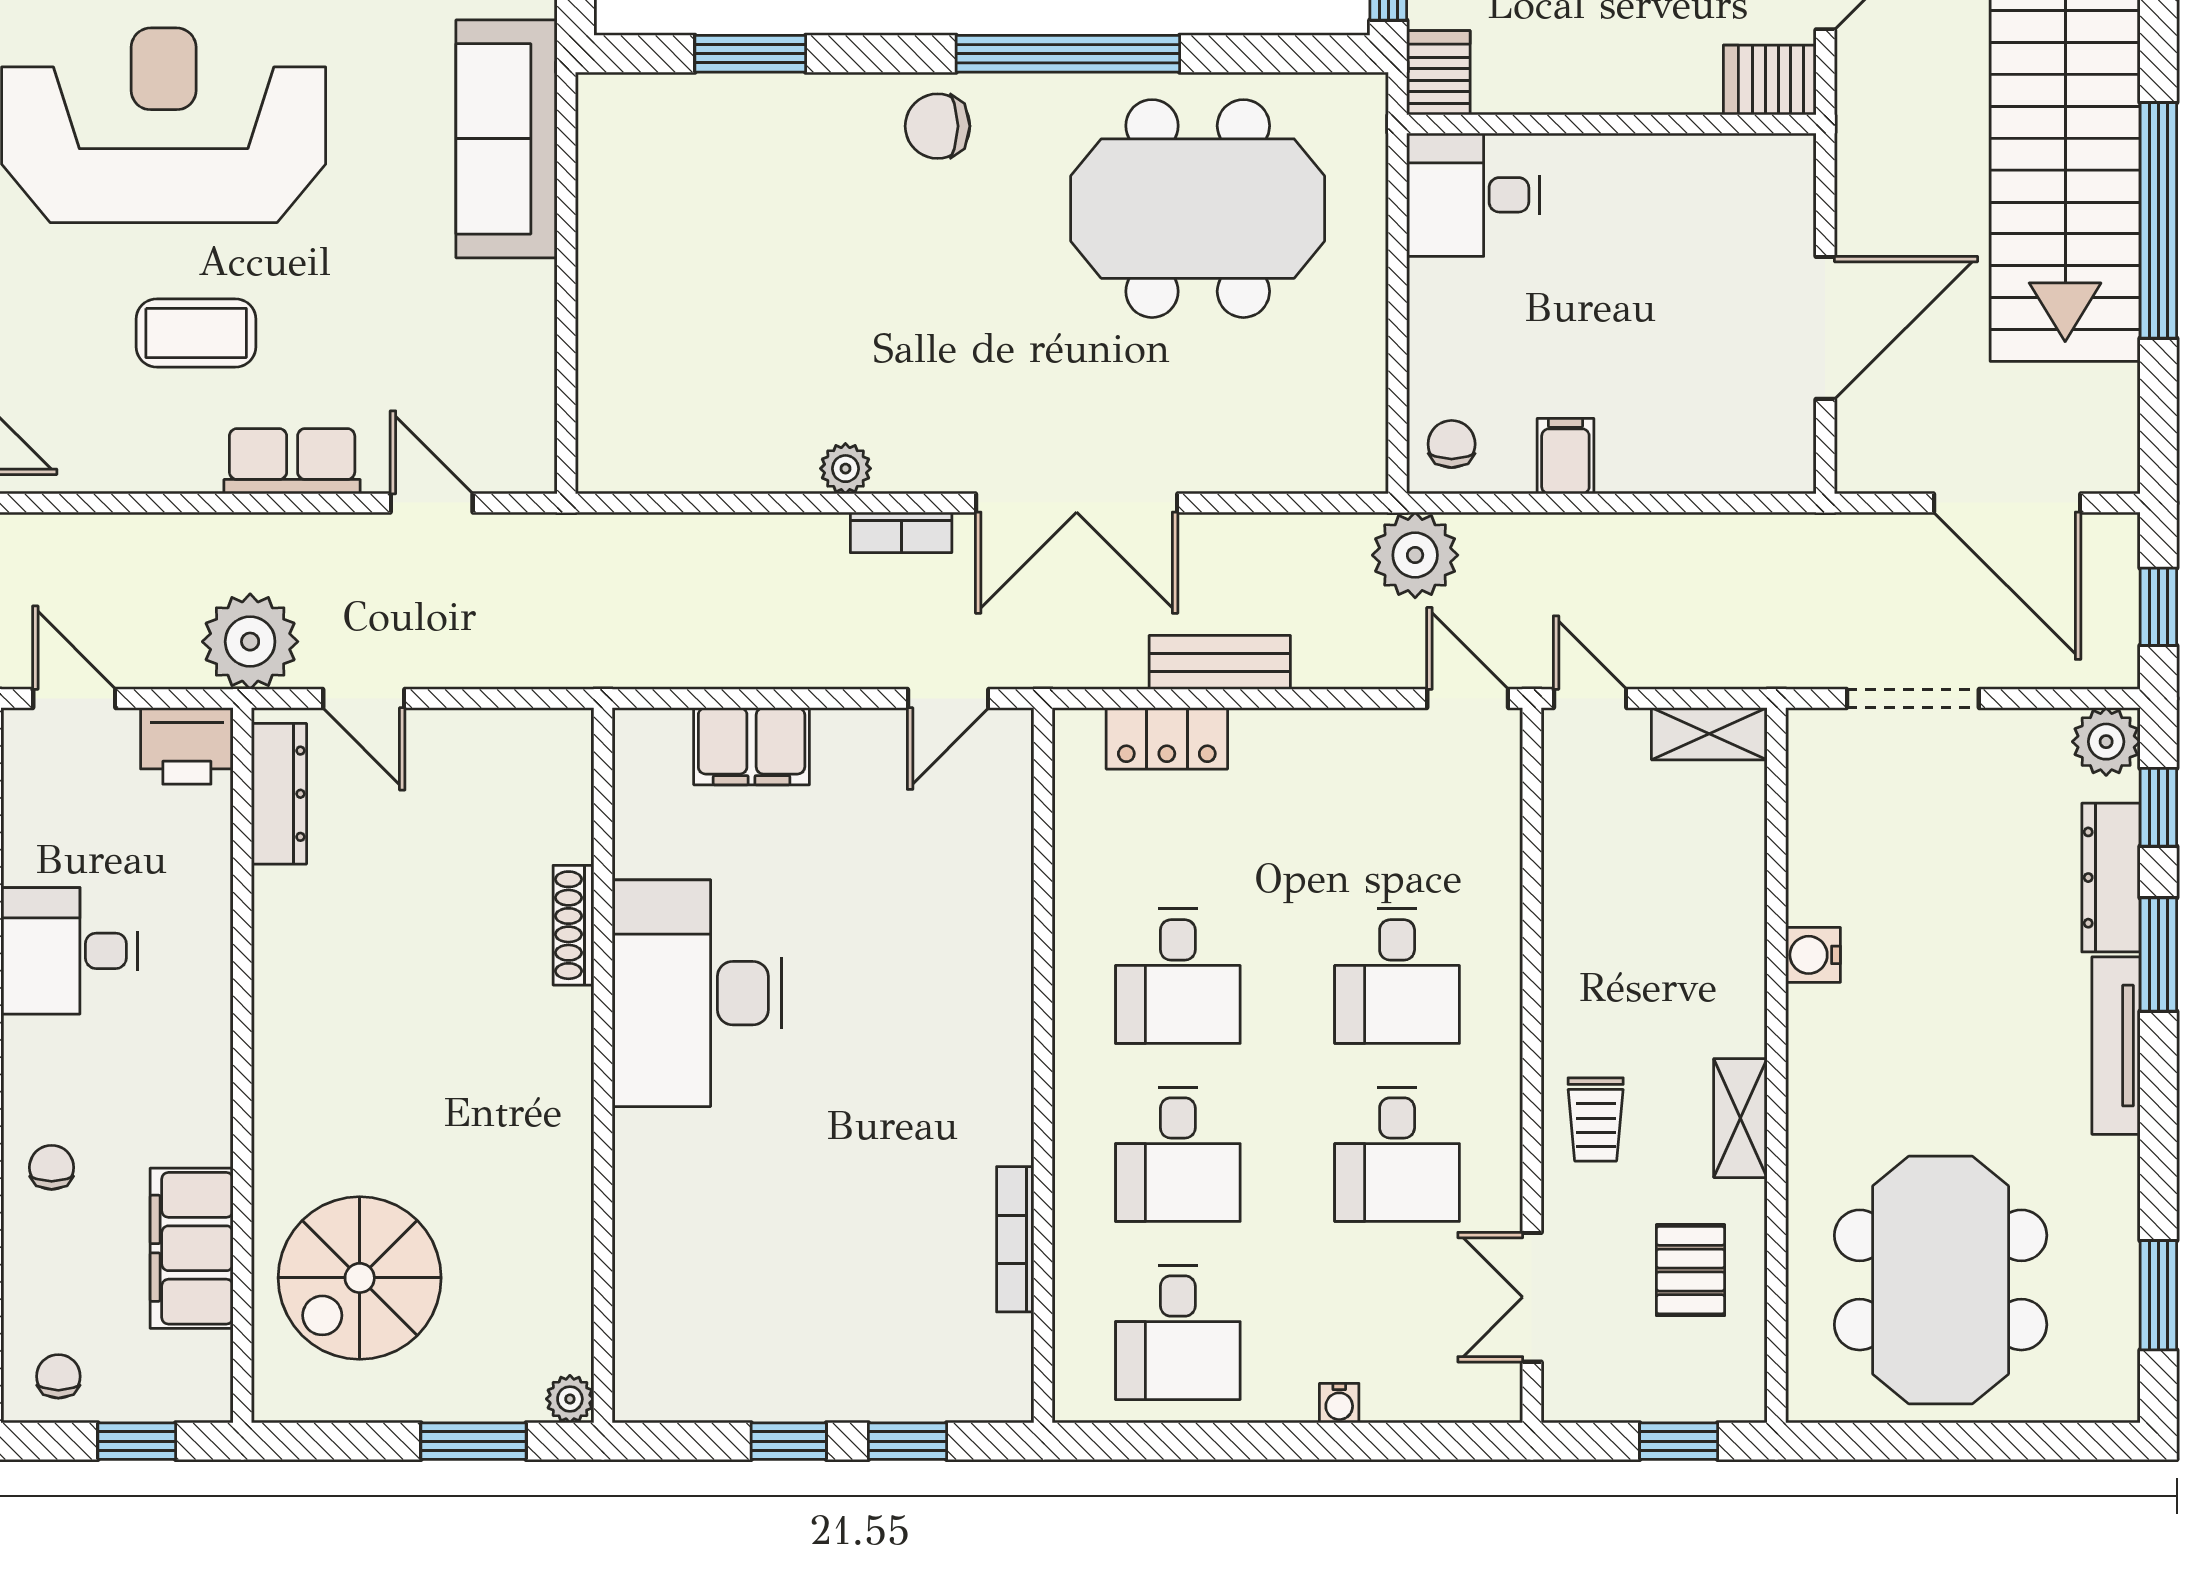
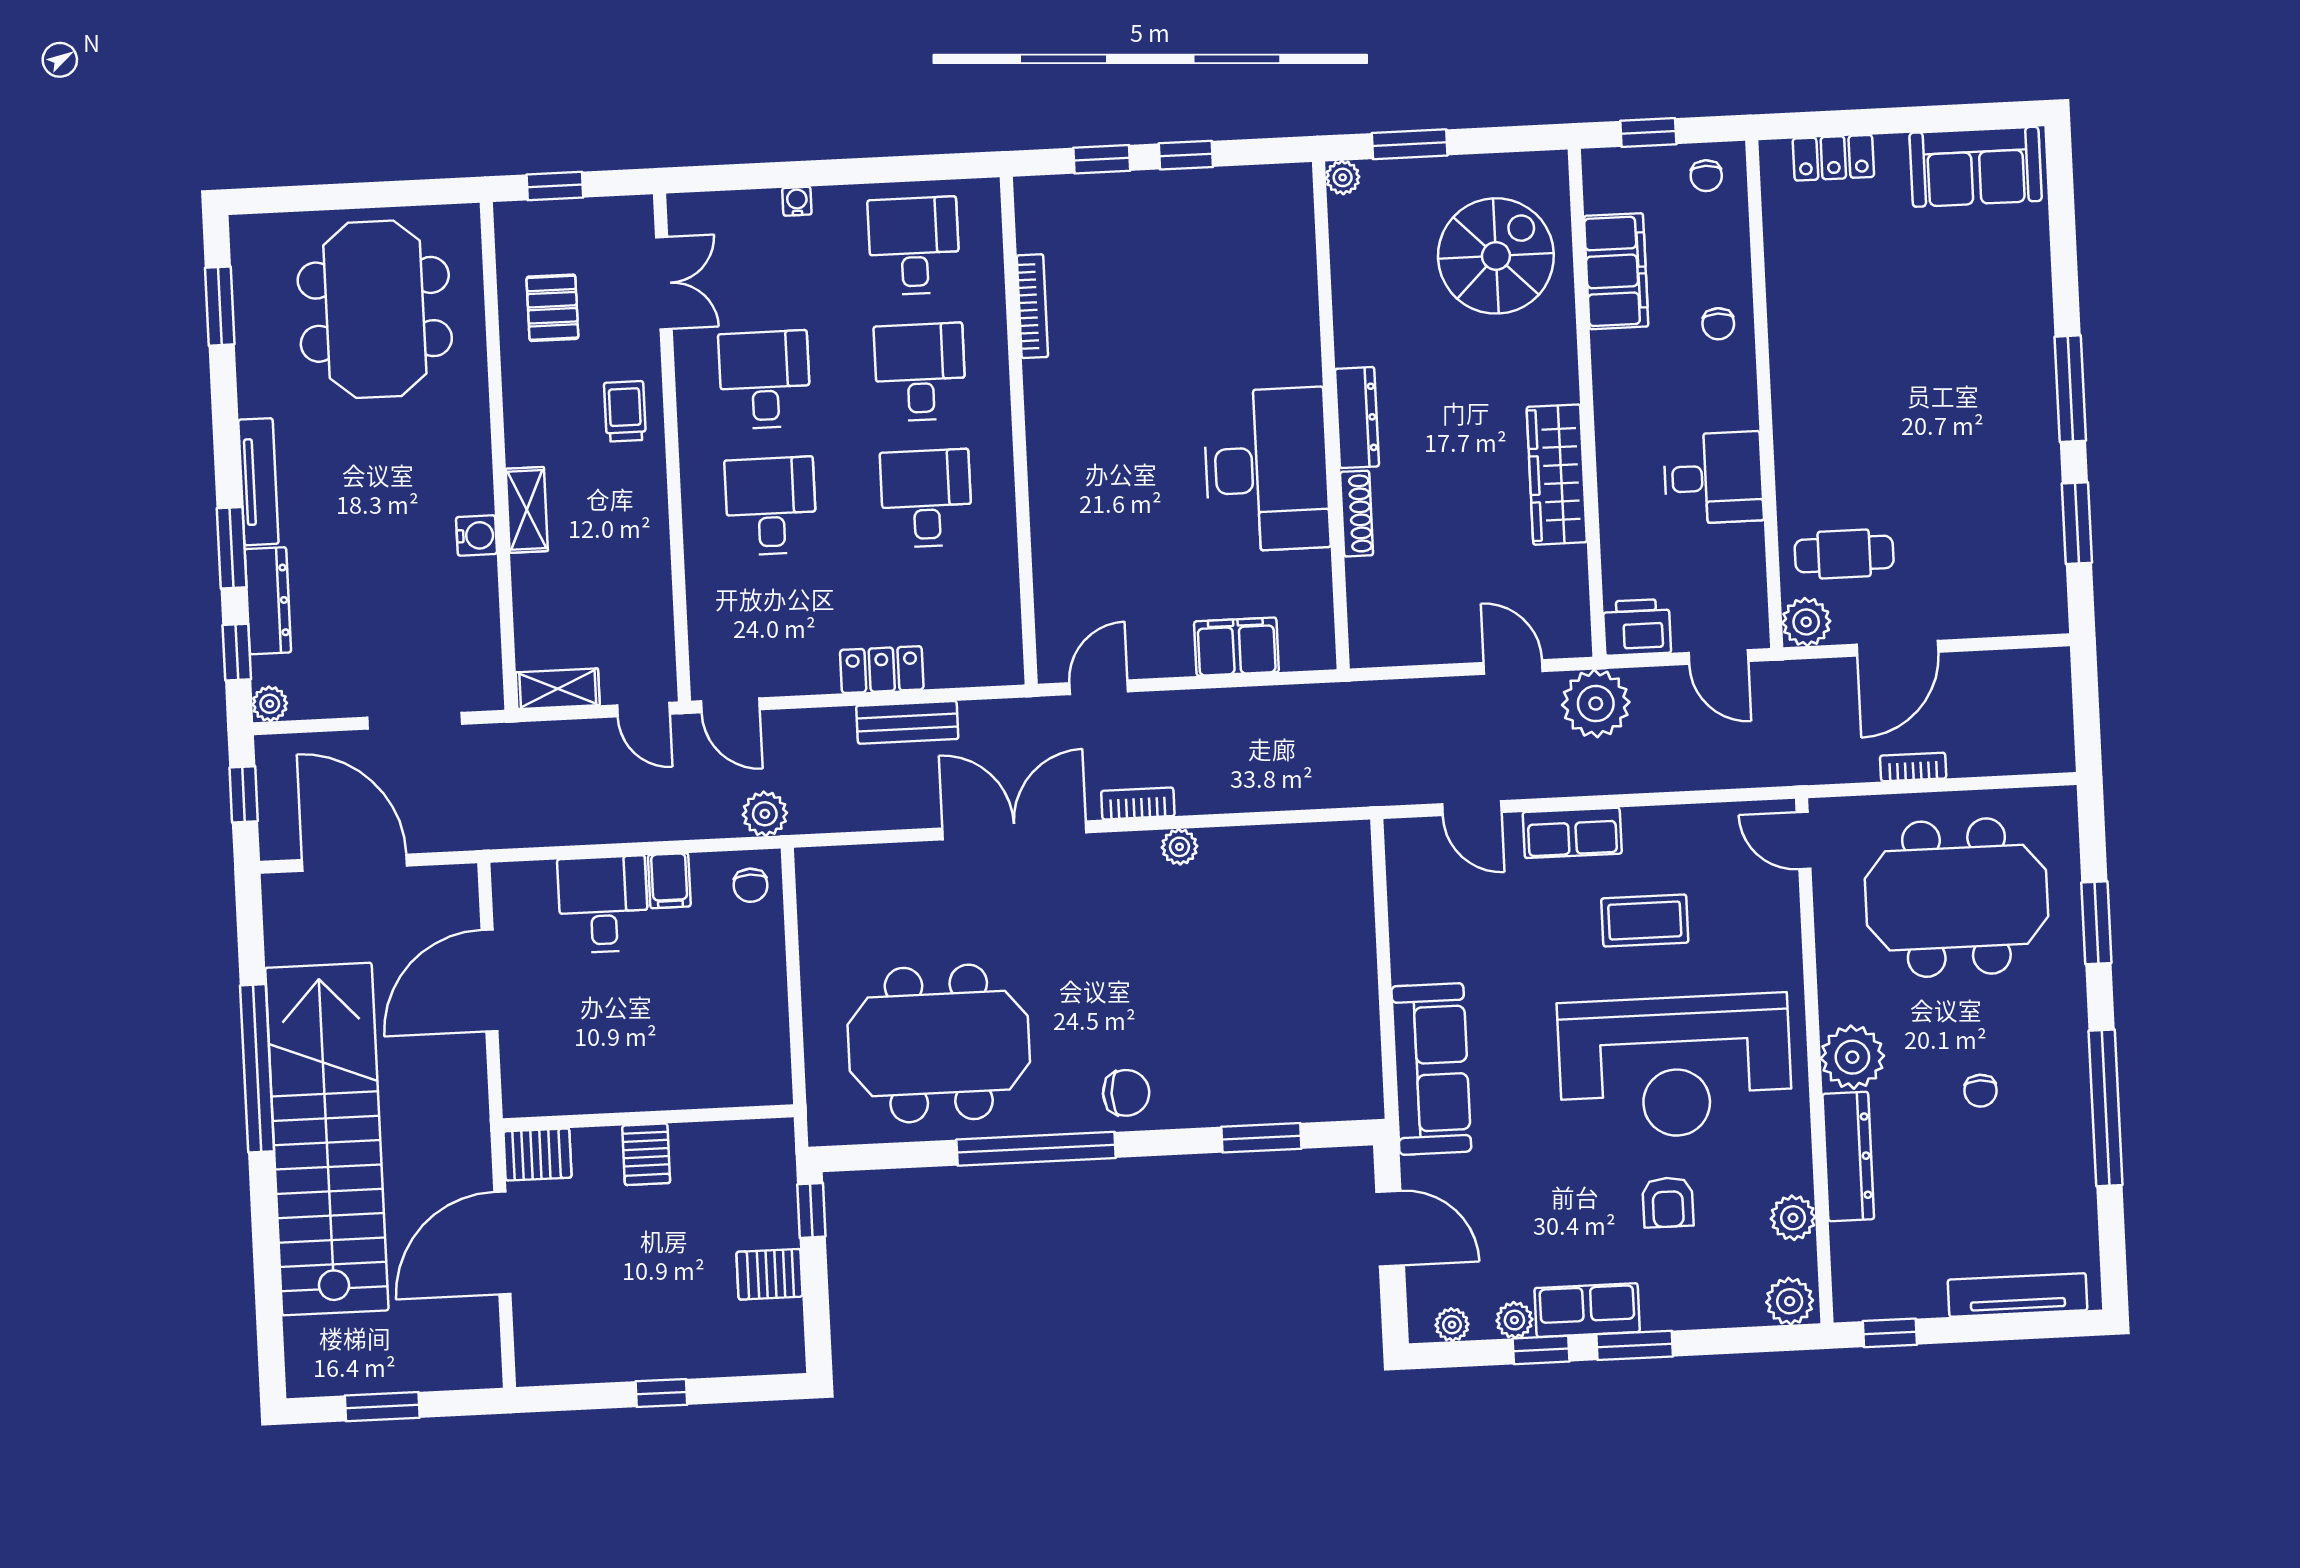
server rack: (1438, 73) -> (646, 1154), moved
desk: (1473, 195) -> (603, 904), moved, turned -90
plant: (1415, 555) -> (765, 814), width x0.73, depth x0.73
locker: (1167, 738) -> (882, 670), moved
plant: (2106, 742) -> (270, 704), width x0.73, depth x0.73
dresser: (279, 794) -> (1357, 418), moved, turned 180
wardrobe: (289, 966) -> (1557, 475), added
shelving: (1740, 1118) -> (527, 510), moved

